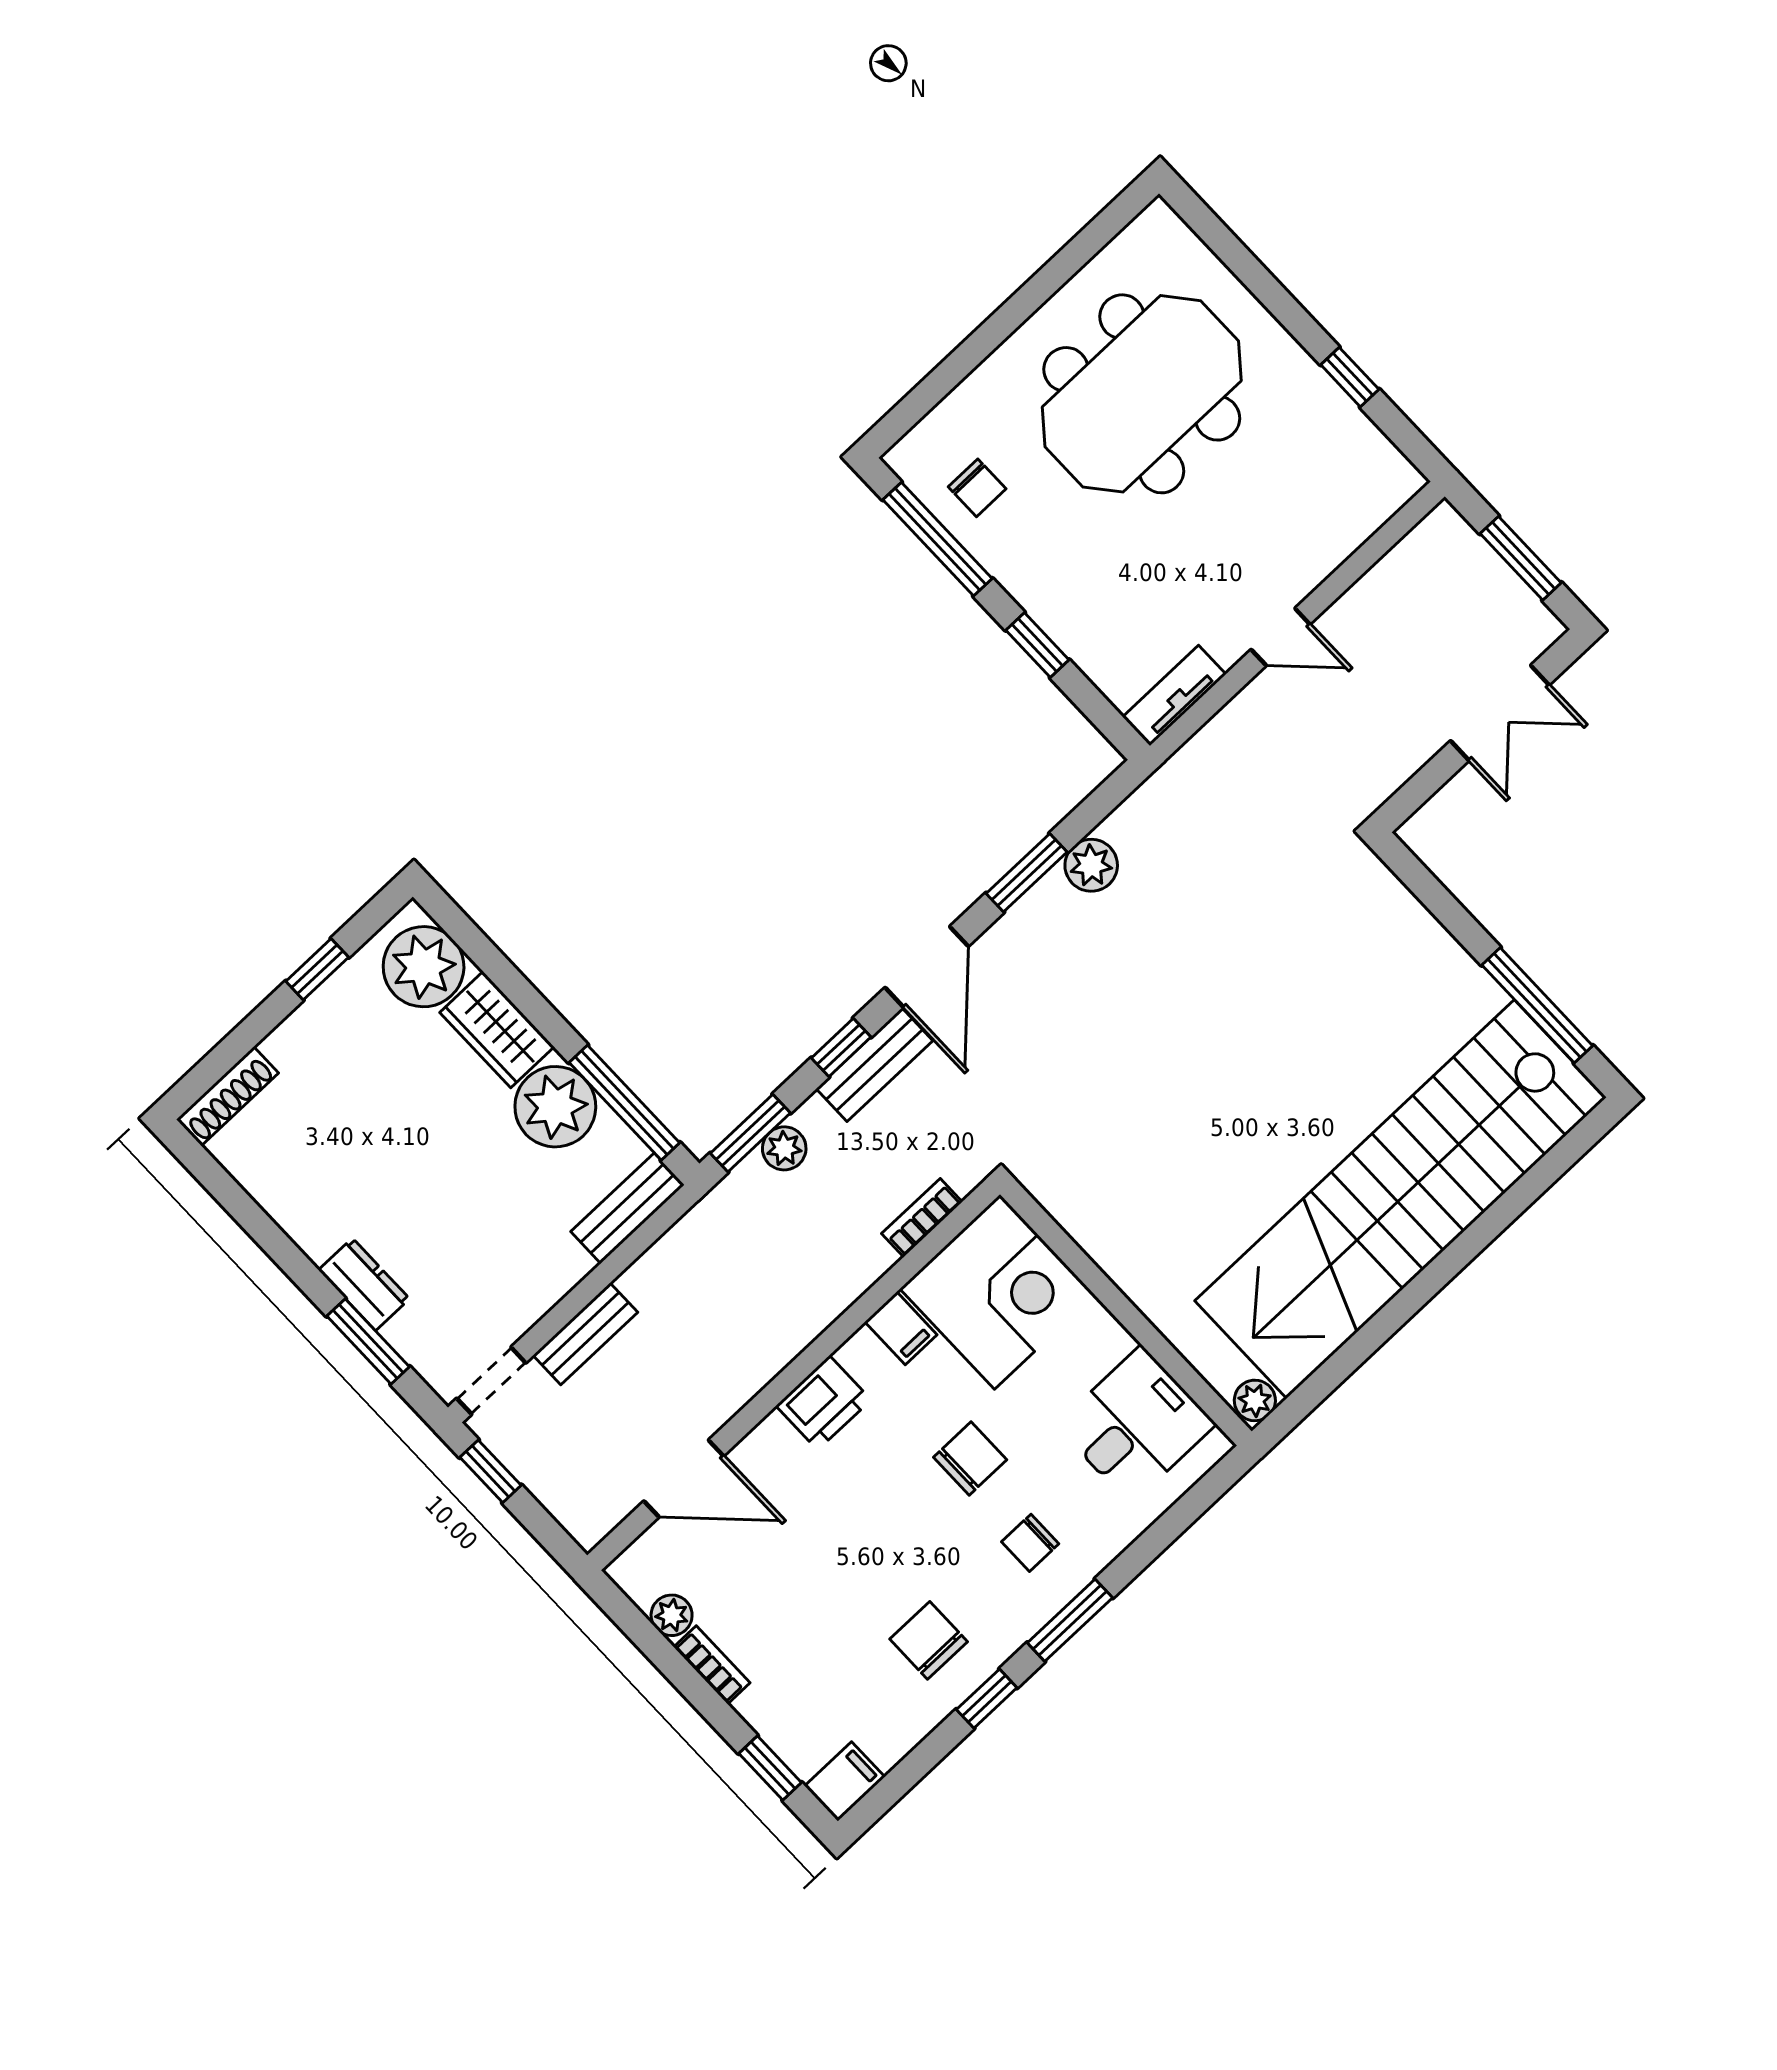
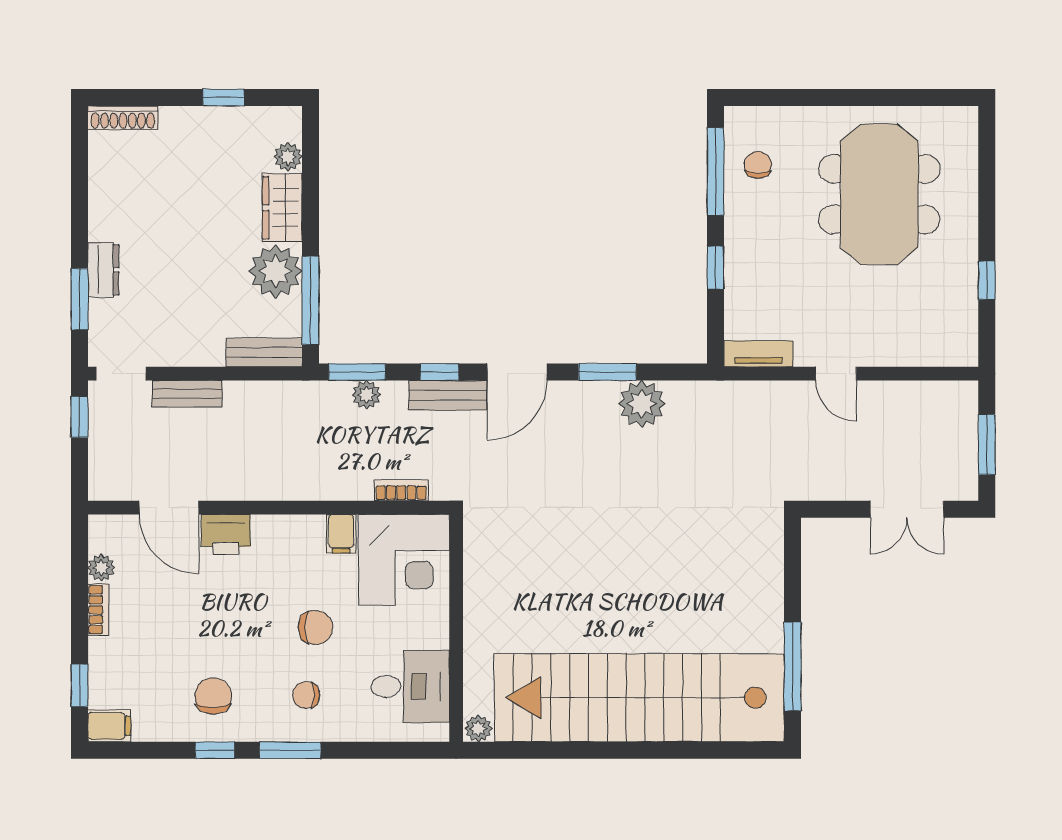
meeting table: (1142, 394) -> (879, 194), turned 90
chair: (977, 488) -> (758, 165), turned 180
plant: (1091, 865) -> (642, 404), width x1.36, depth x1.36
plant: (424, 967) -> (288, 157), width x0.53, depth x0.53
printer: (823, 1403) -> (226, 534), moved

